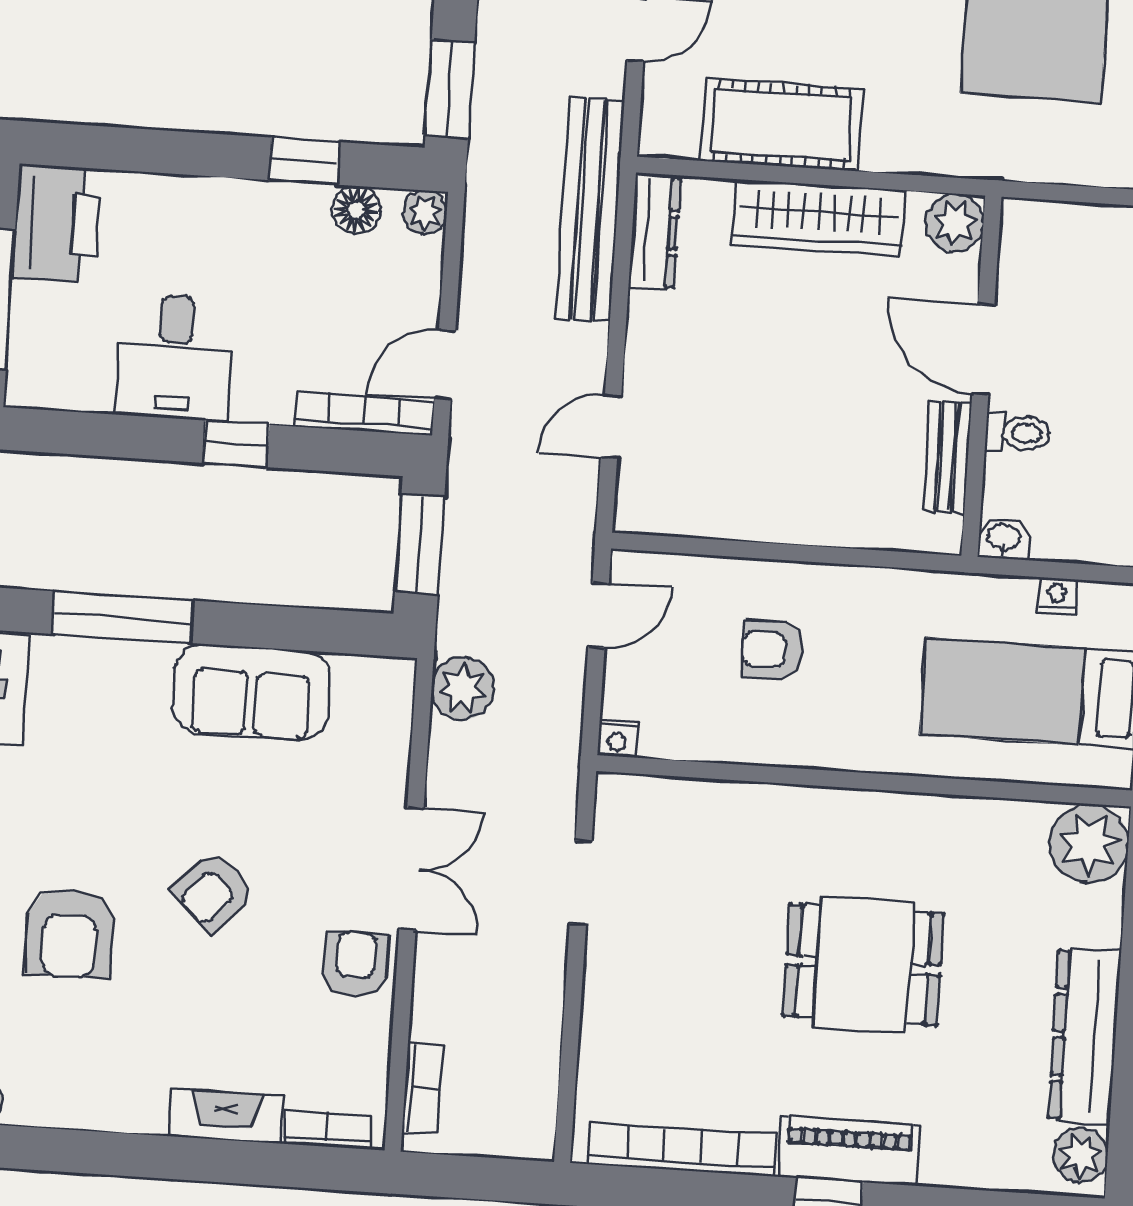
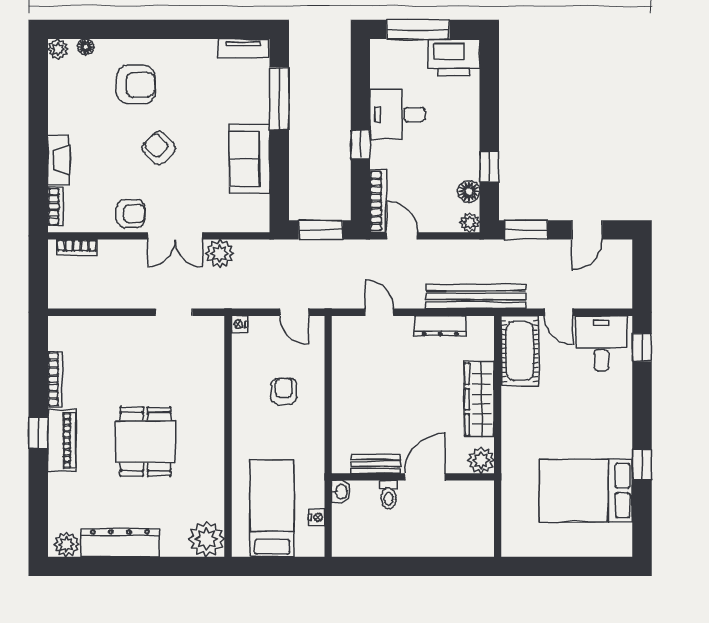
cot: (781, 125) -> (520, 351), moved
dresser: (655, 232) -> (440, 326), moved
plant: (463, 689) -> (220, 253), moved
armchair: (70, 934) -> (136, 85), turned 180
bookcase: (682, 1149) -> (55, 379), width x0.68, depth x0.76

